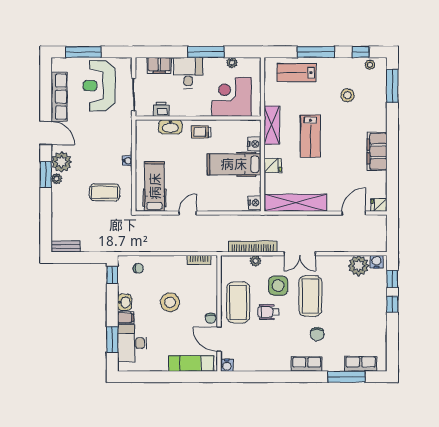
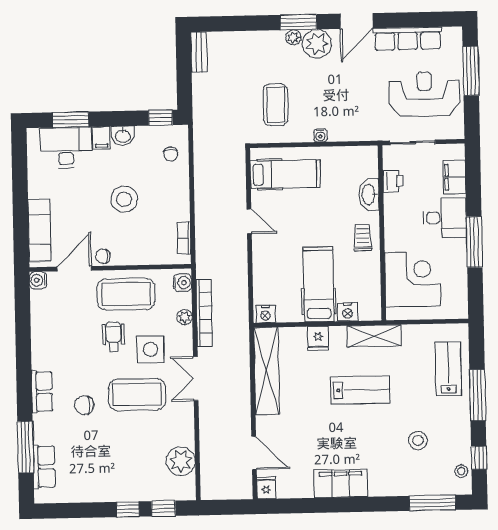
plant: (232, 63) -> (460, 279), removed
lab bench: (310, 136) -> (360, 390), turned 180
water cooler: (377, 262) -> (183, 283), moved

